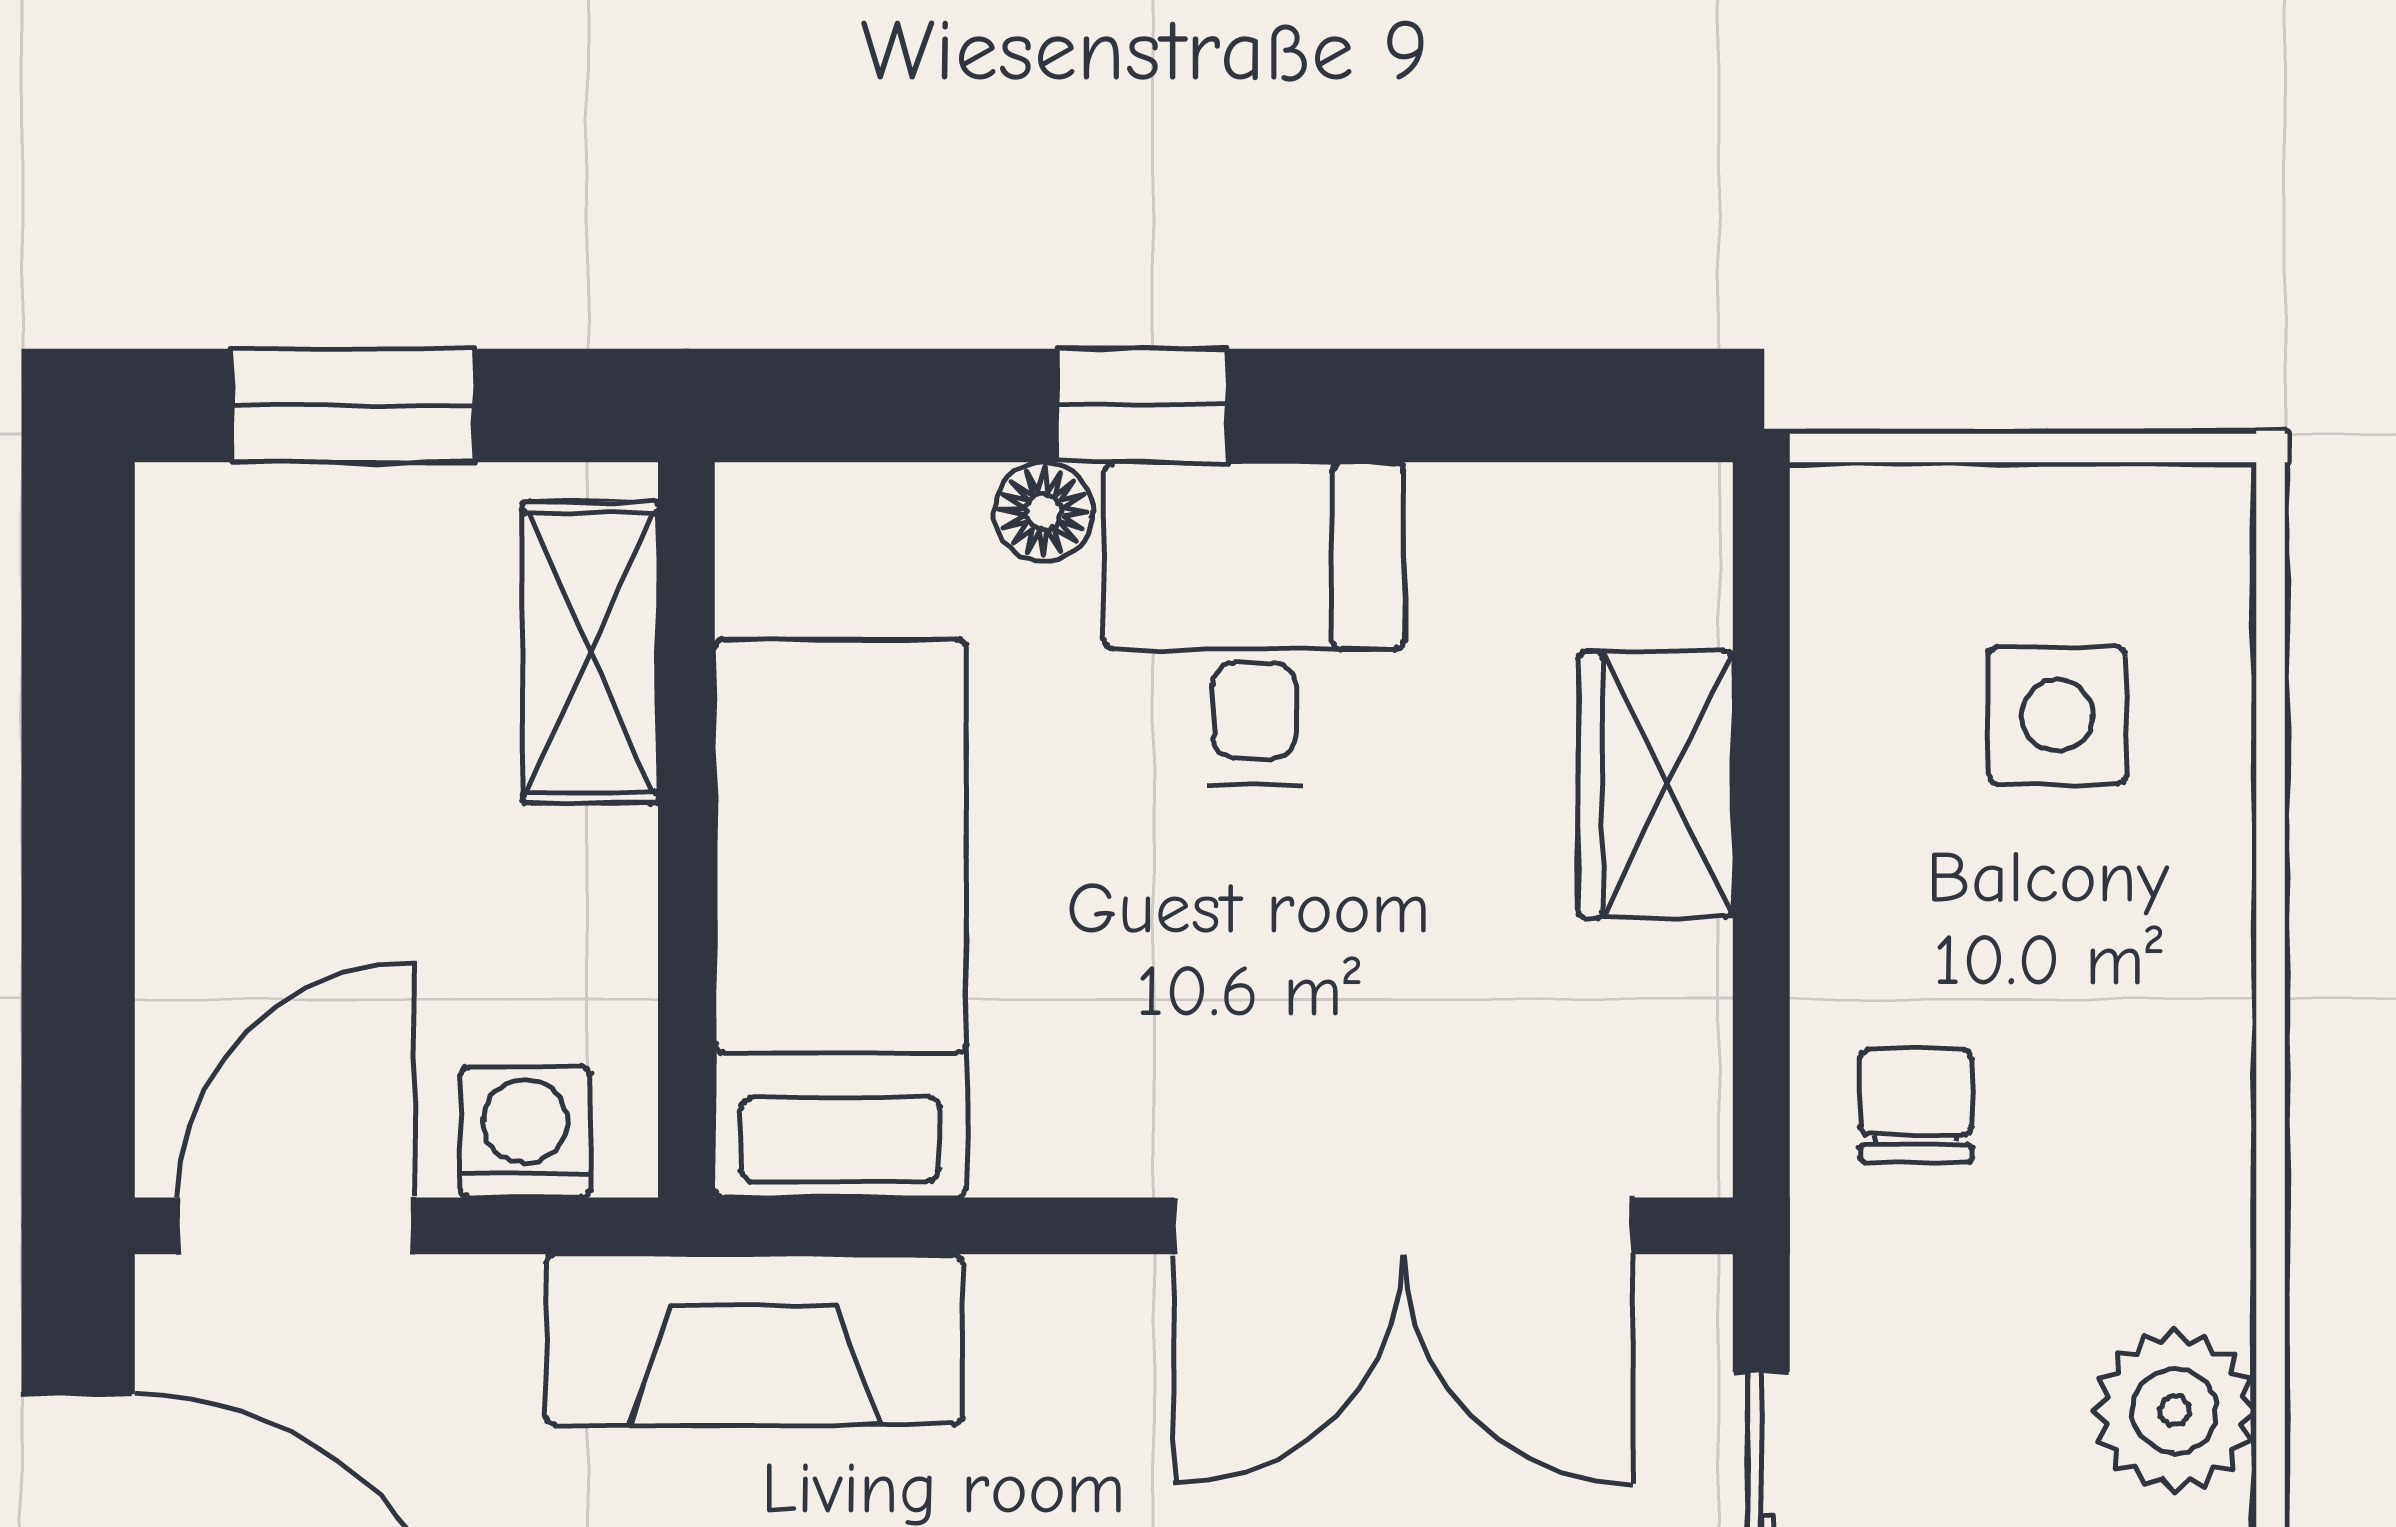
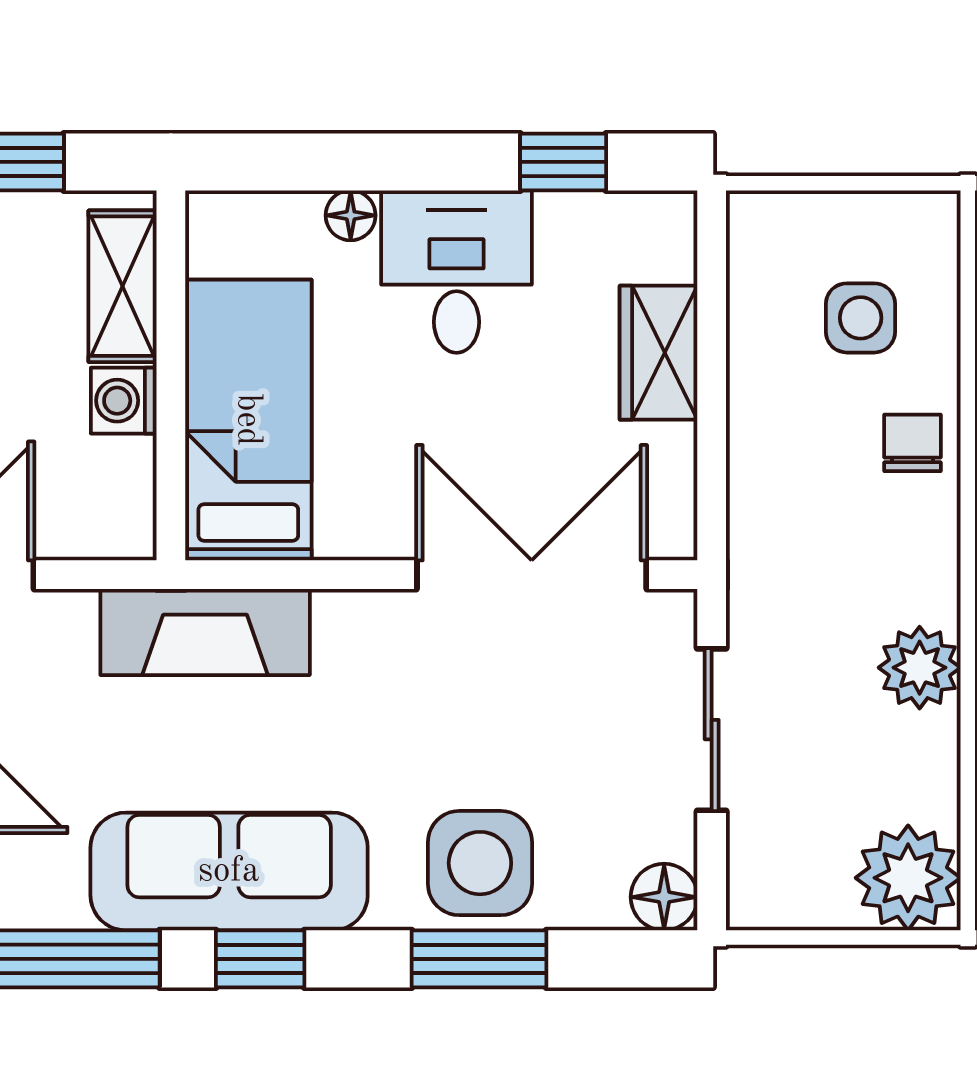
window: (1142, 405) -> (563, 162), moved
chair: (1916, 1106) -> (913, 443), moved
washing machine: (525, 1132) -> (124, 401), moved, turned -90
double door: (1403, 1226) -> (532, 575), swing flipped

